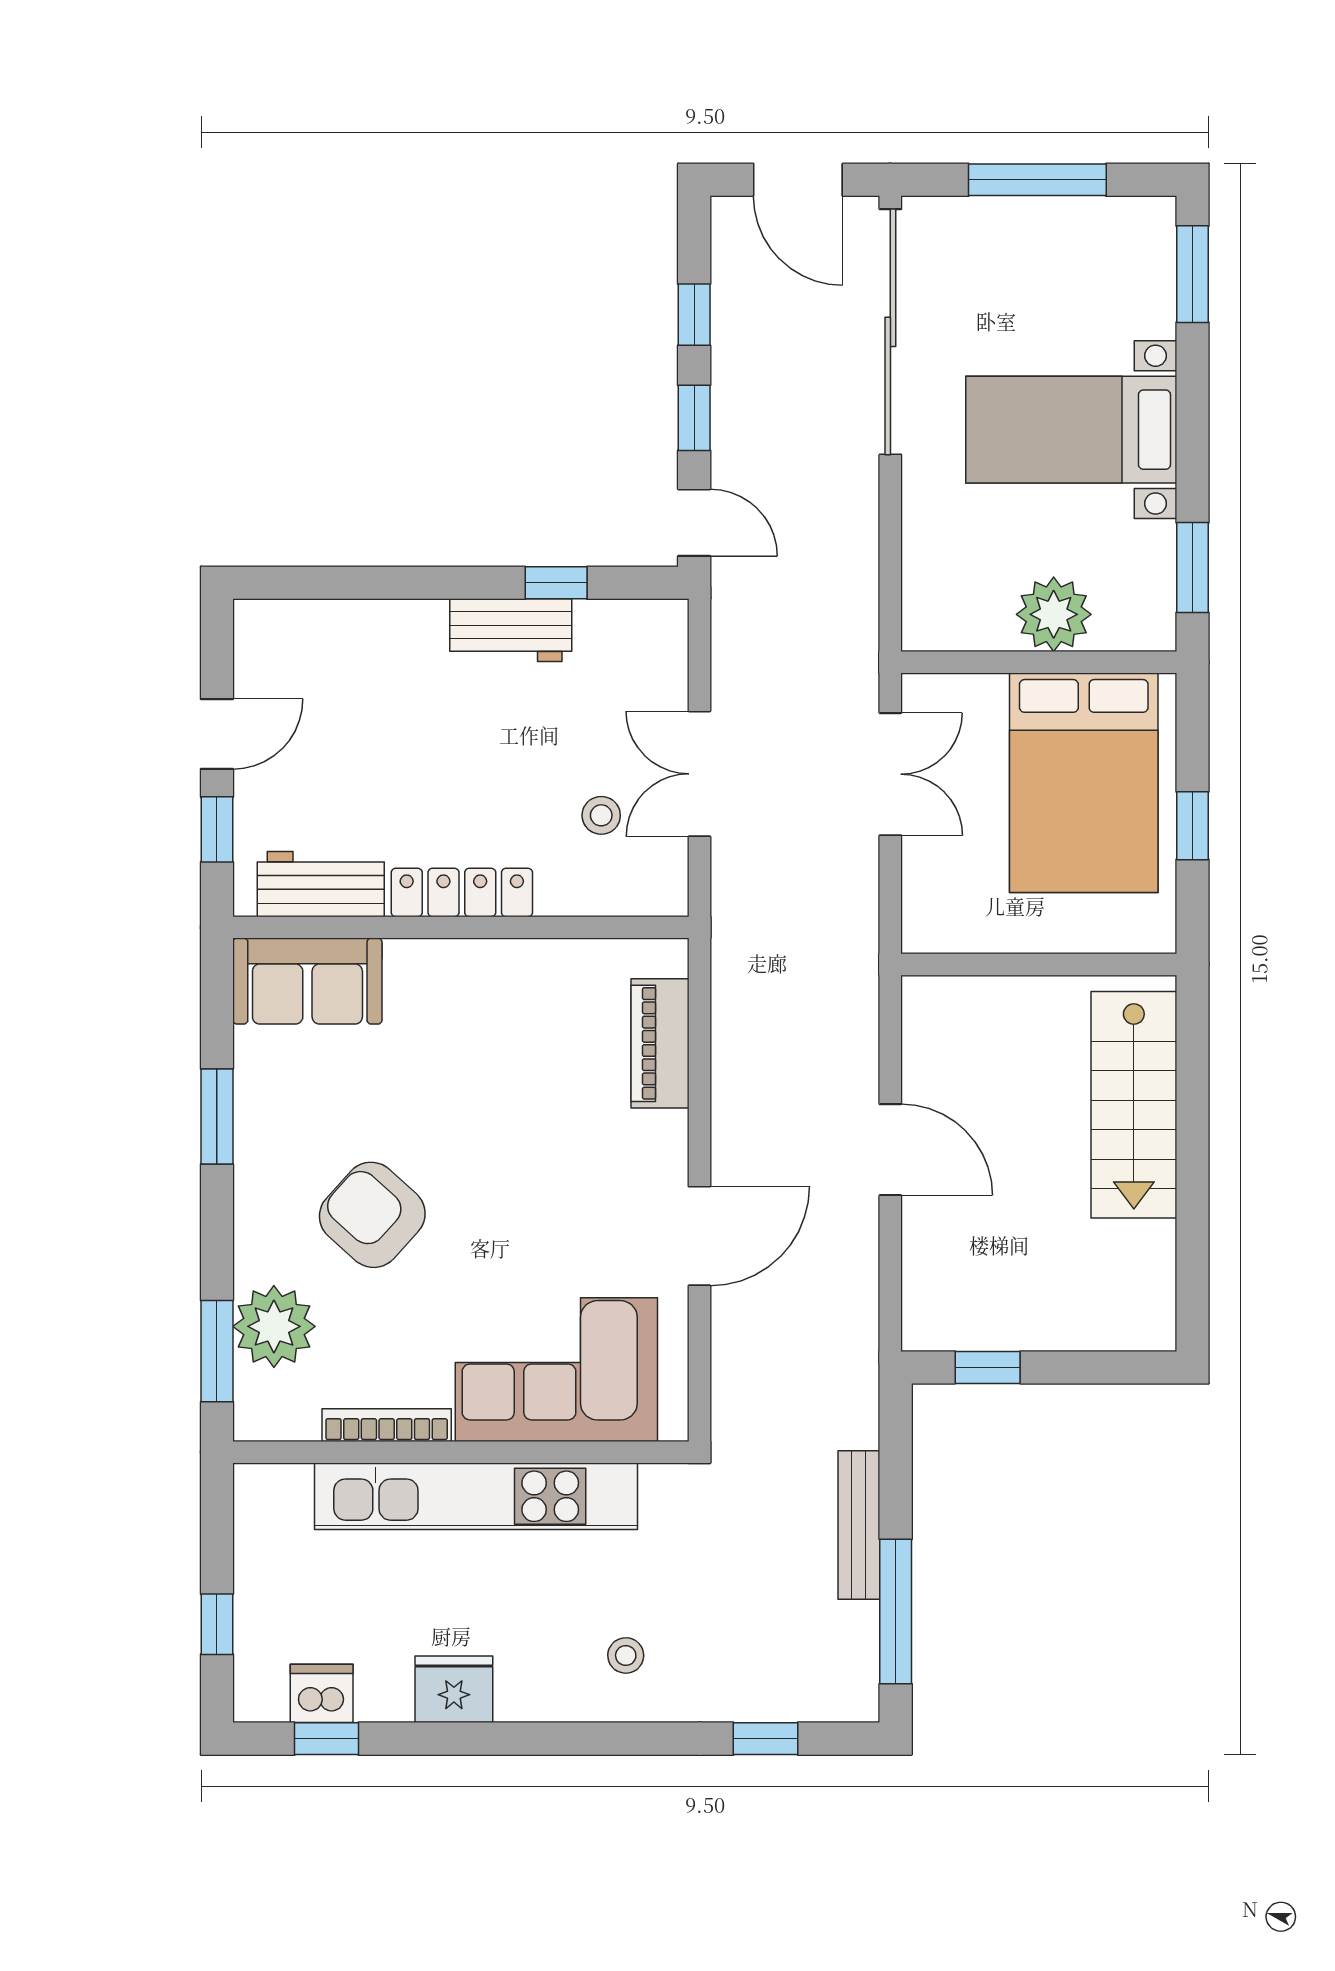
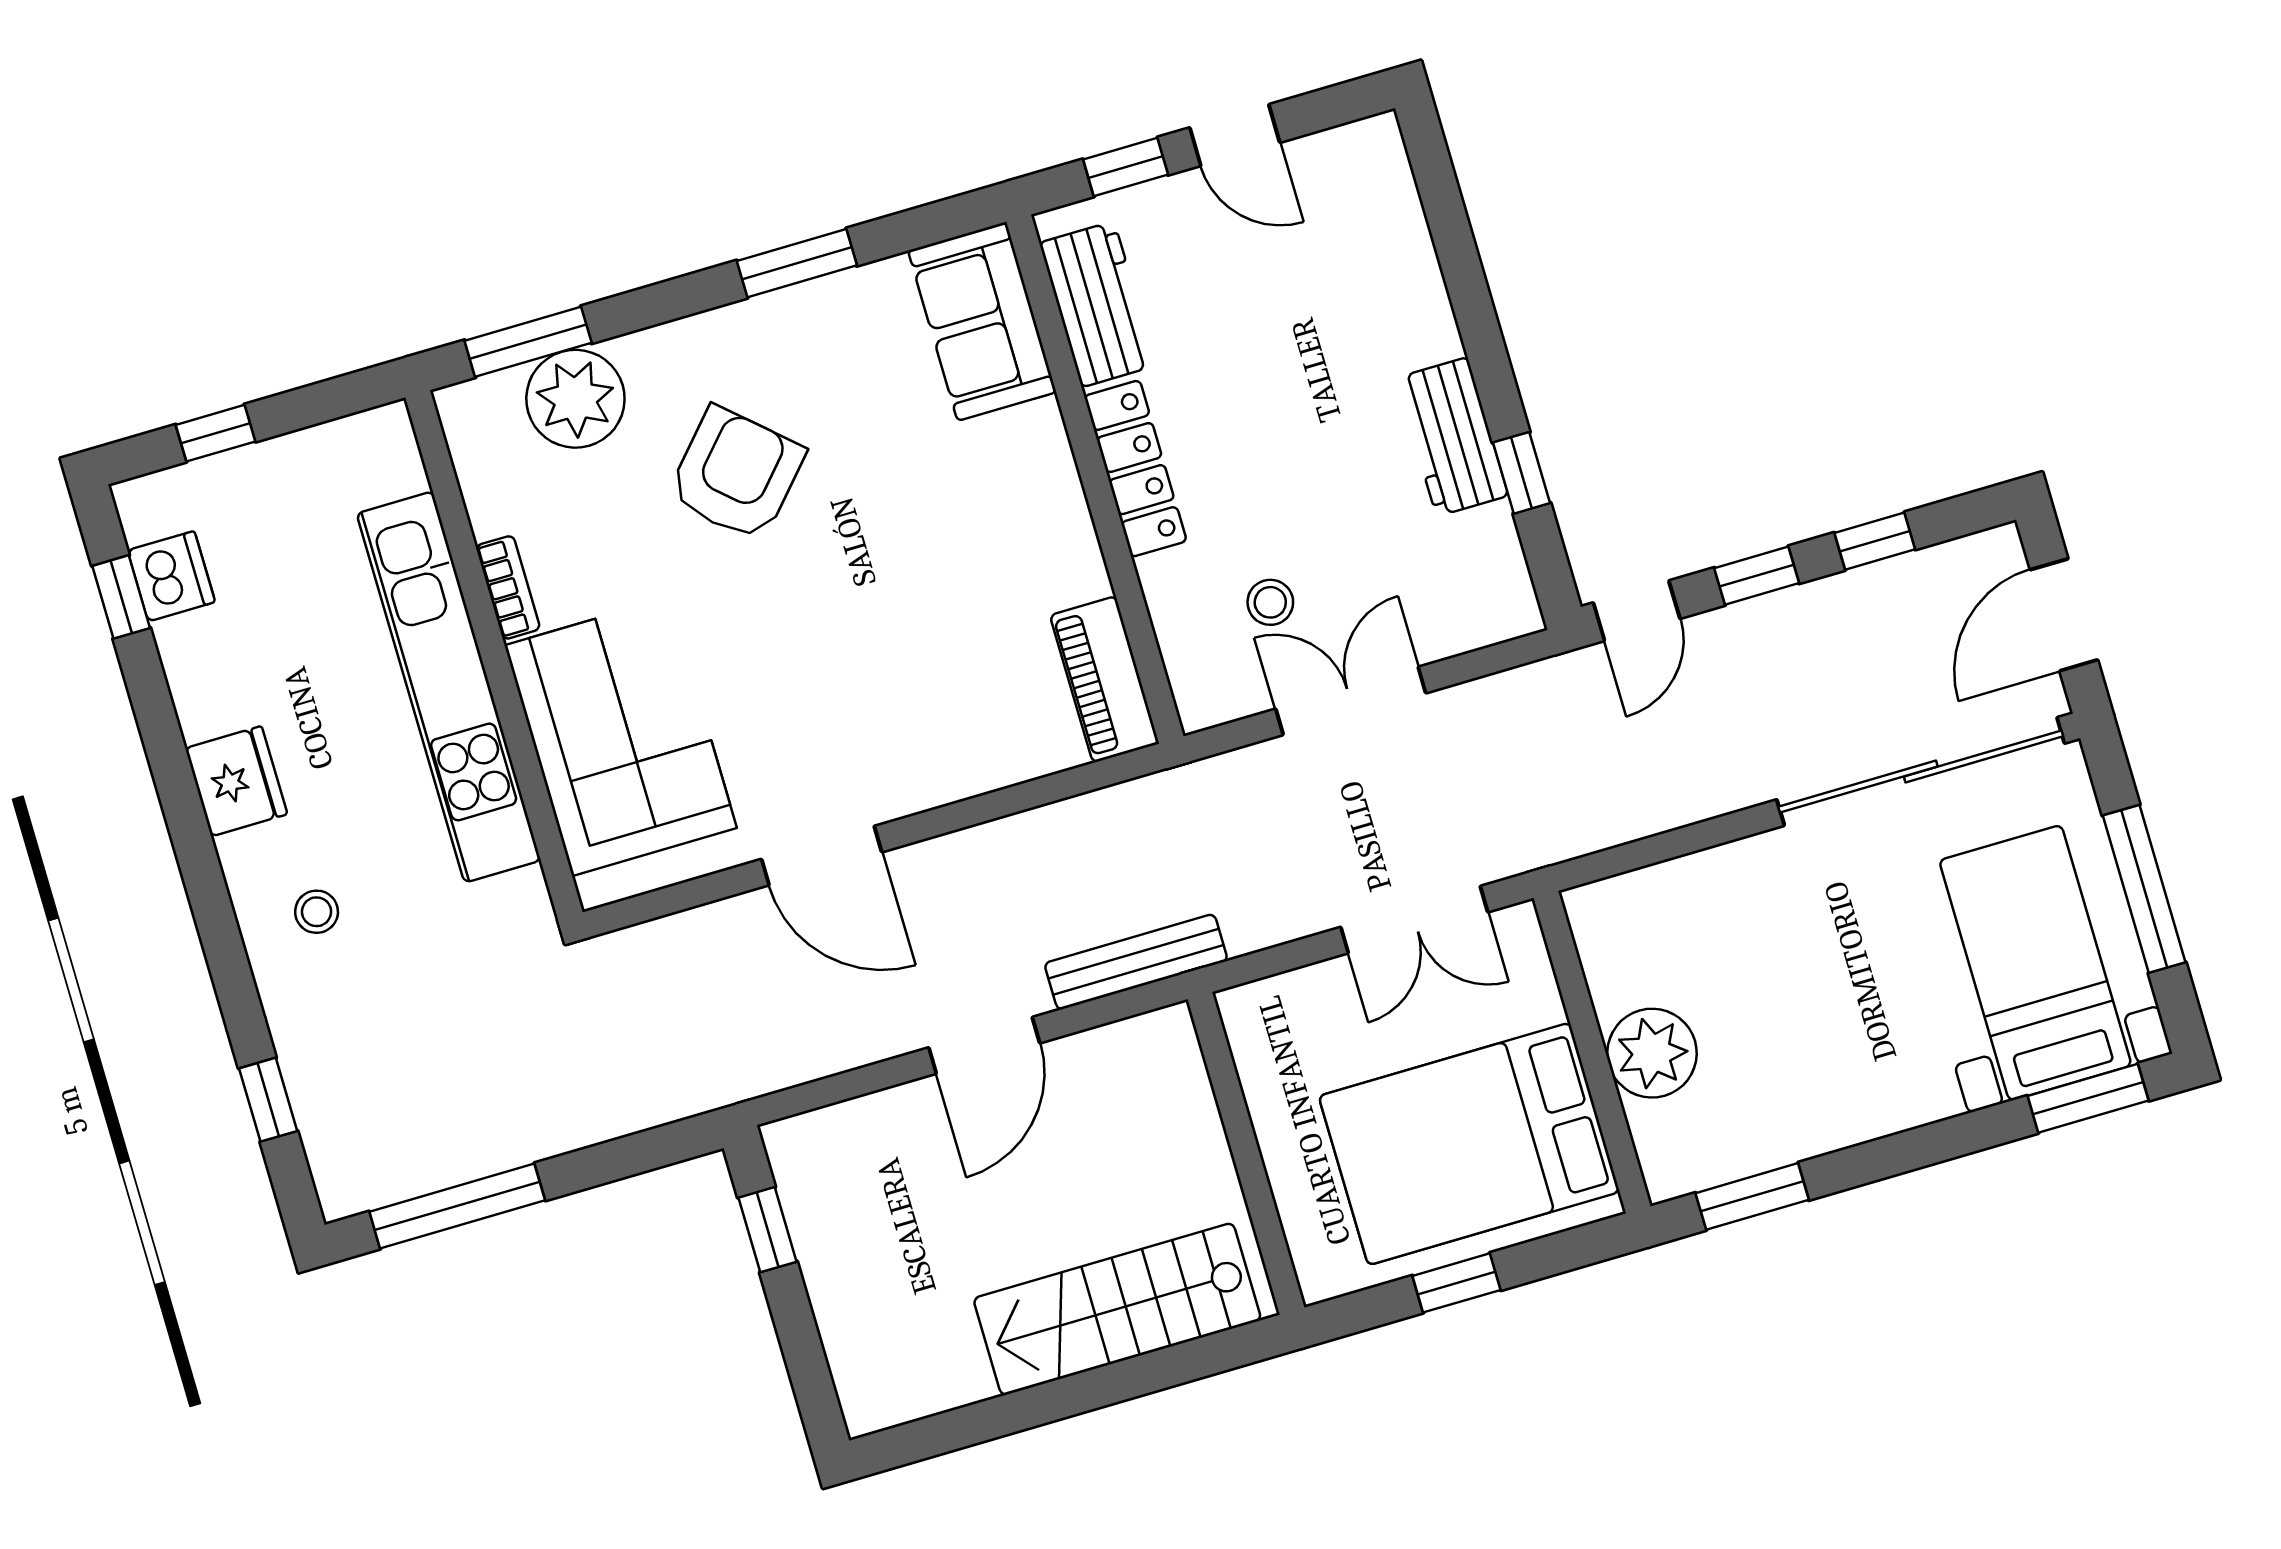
bed with nightstands: (1071, 430) -> (2035, 963), moved
piano: (660, 1043) -> (1104, 679), moved, turned -90
bookcase: (387, 1425) -> (508, 587), width x0.64
bench: (859, 1525) -> (1136, 962), moved
fridge: (454, 1689) -> (236, 781), moved

